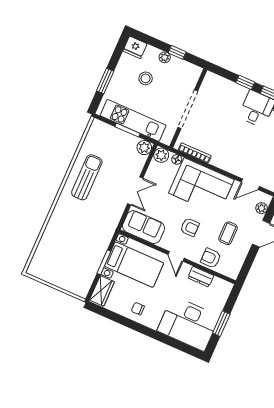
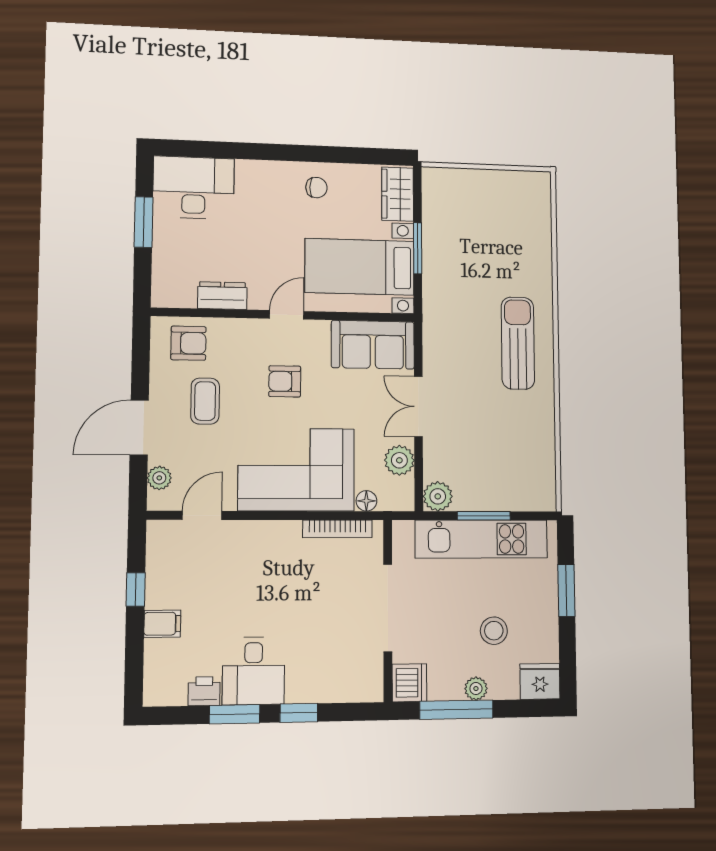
window: (177, 52) -> (456, 710), width x2.17
dishwasher: (193, 73) -> (409, 683), added
plant: (161, 155) -> (399, 460), moved
sun lounger: (87, 177) -> (518, 343), moved, turned 180
door: (176, 256) -> (287, 315), hinge flipped
armchair: (211, 258) -> (188, 343), moved
desk: (188, 324) -> (194, 188), width x0.73, depth x0.77

